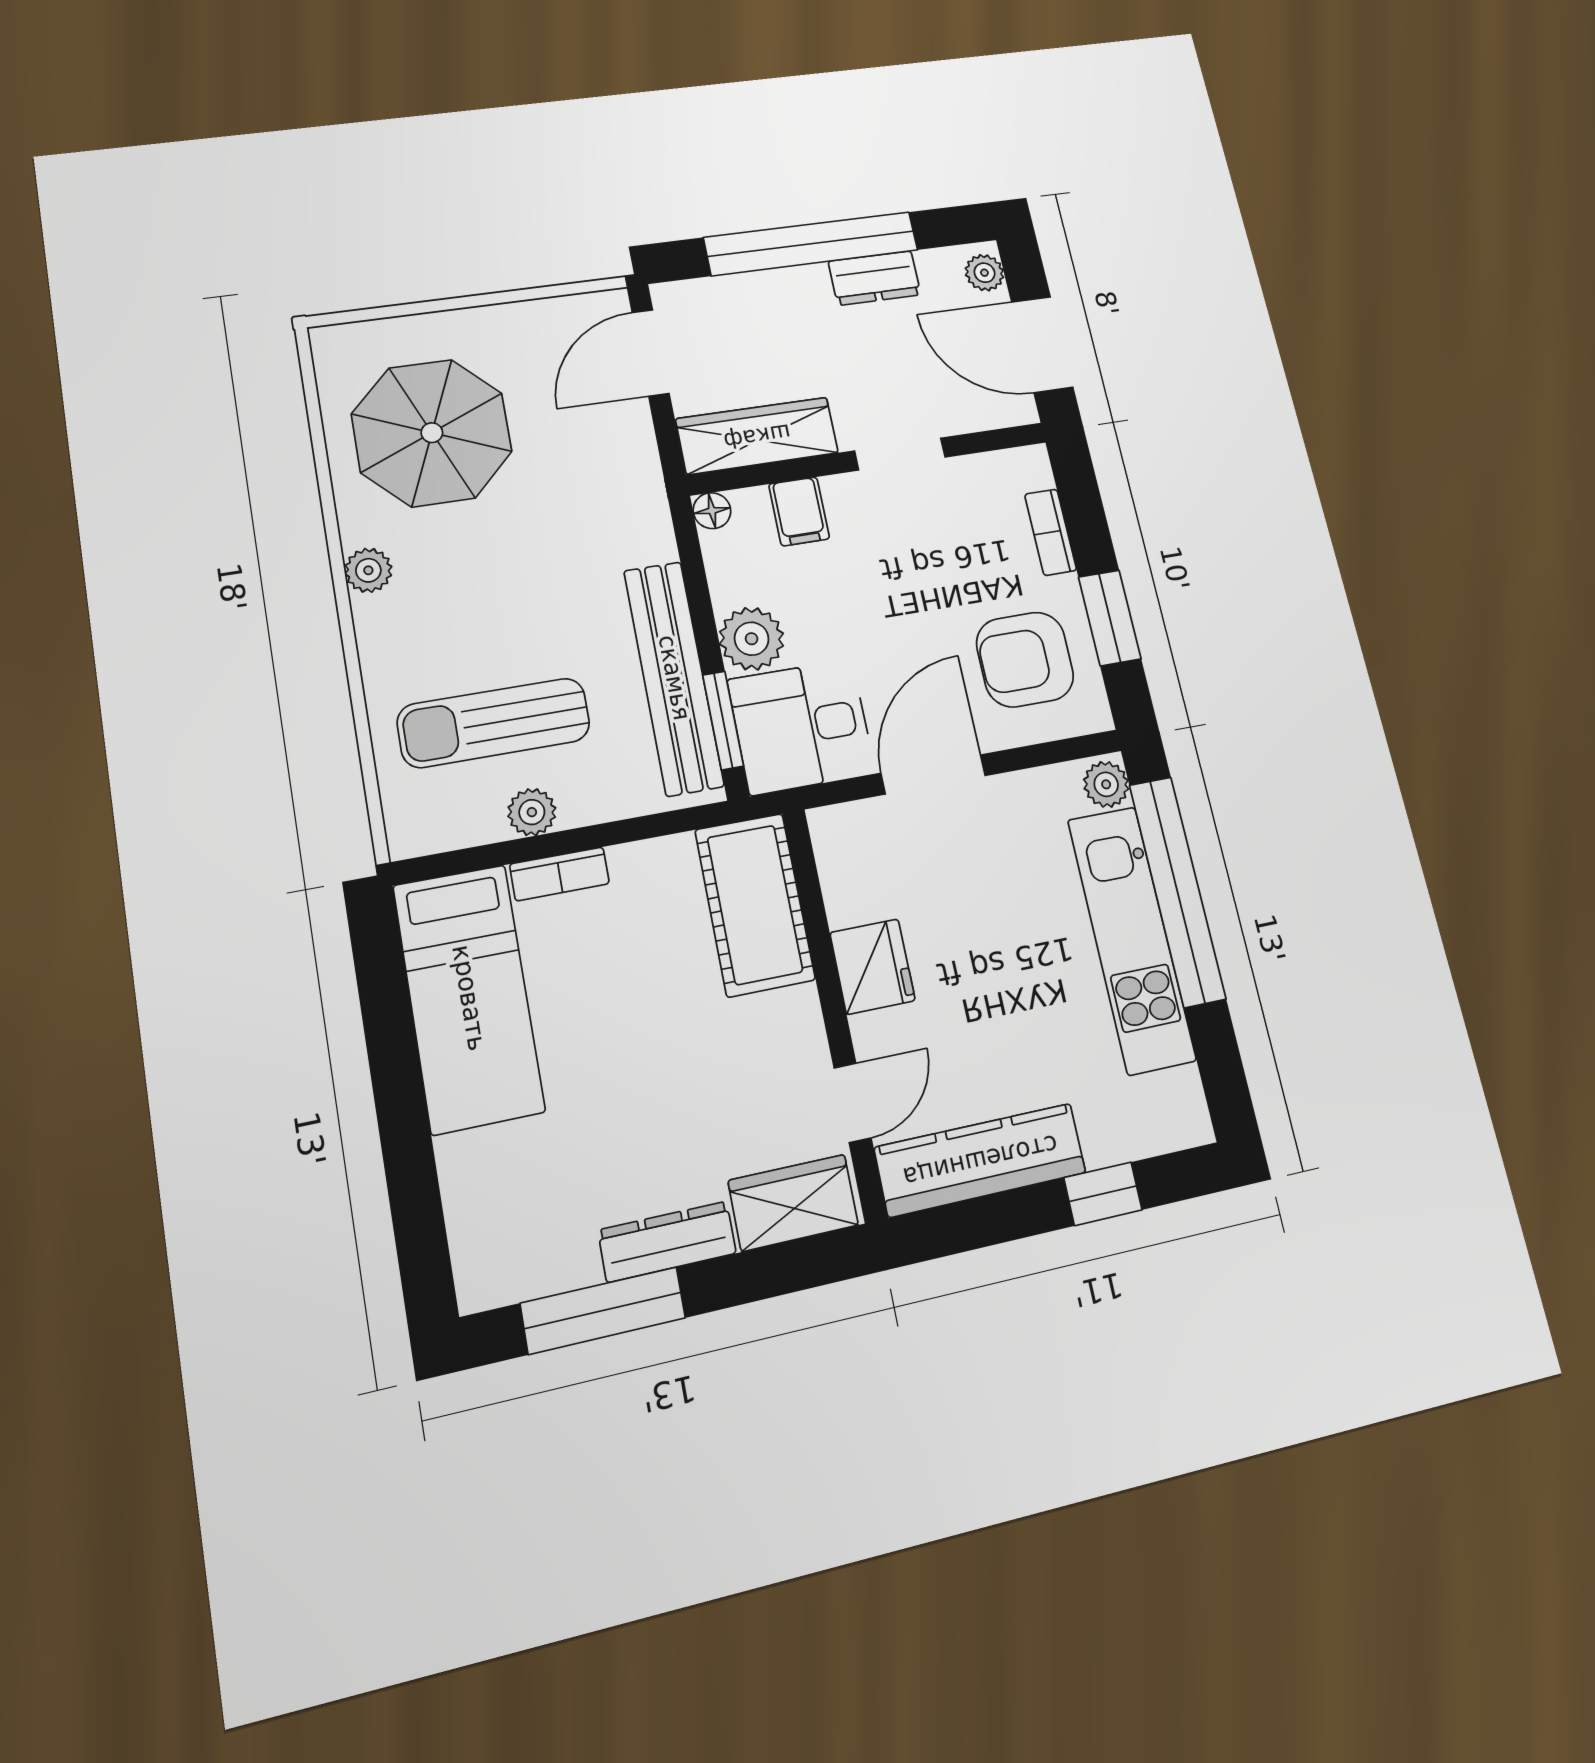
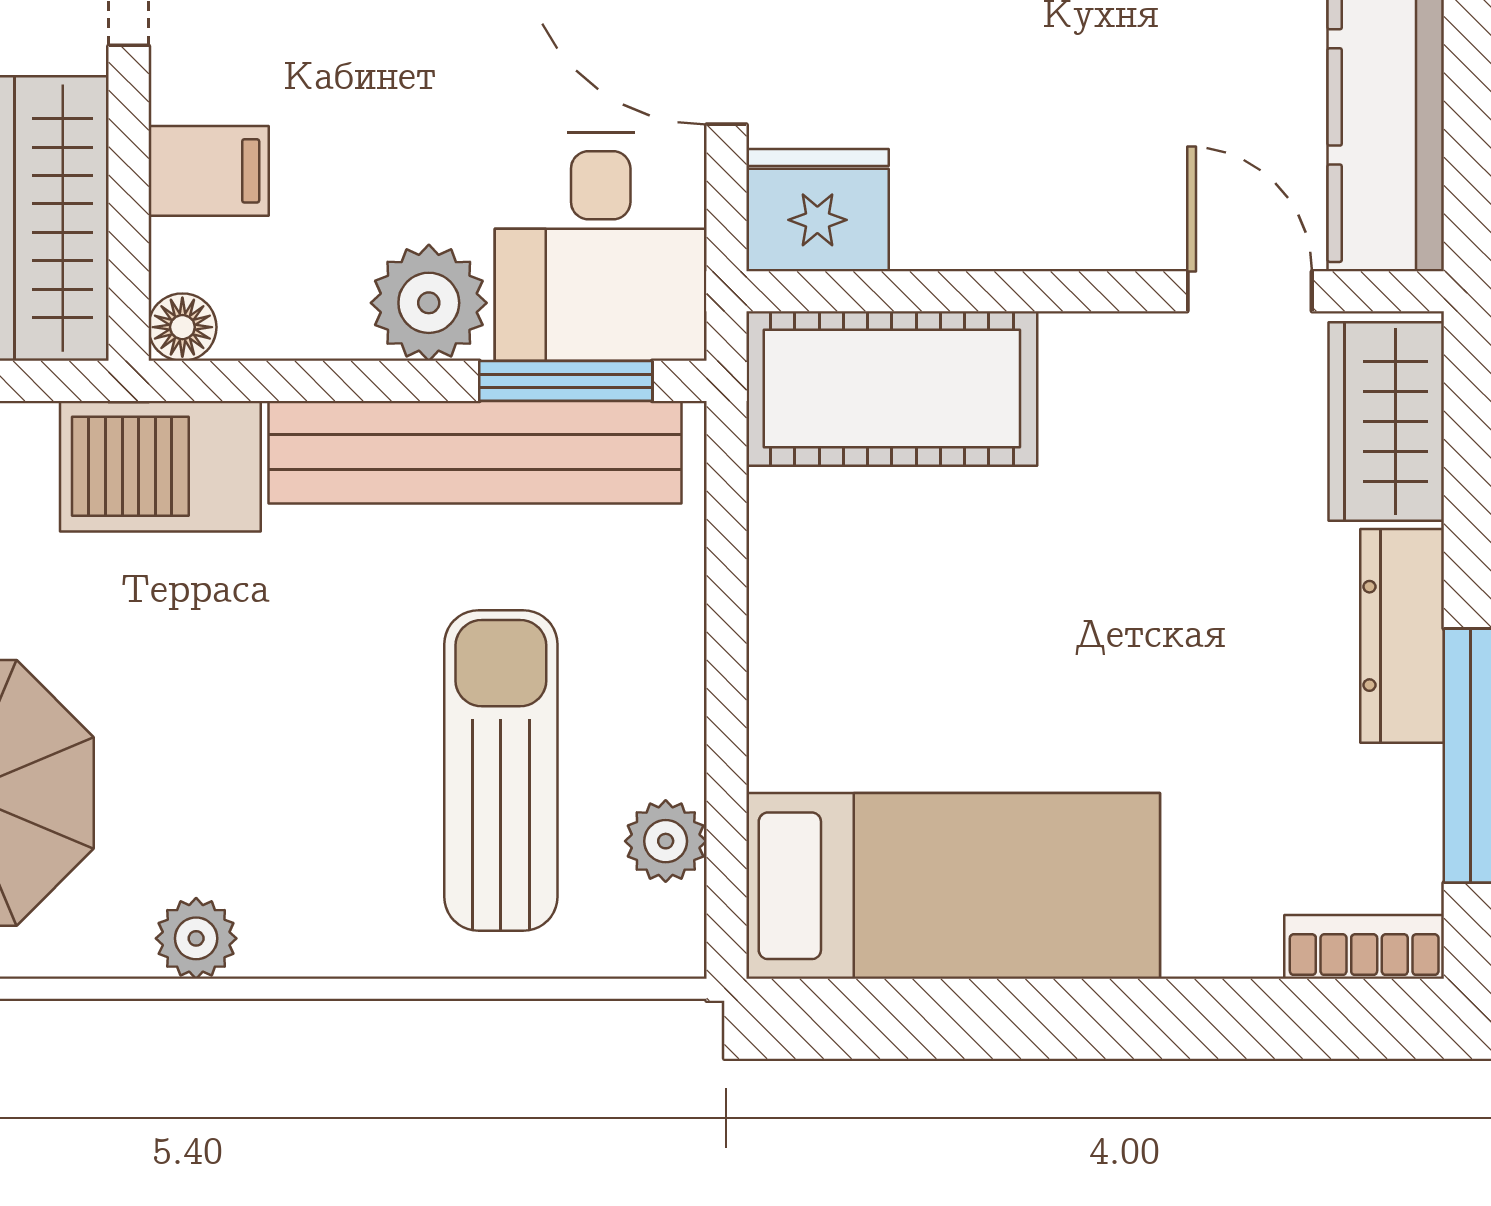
barbecue: (633, 511) -> (160, 466), added
sun lounger: (494, 723) -> (501, 771), turned 180
plant: (532, 812) -> (666, 841), moved
bookcase: (559, 874) -> (1364, 947), moved, turned -90
fridge: (873, 967) -> (817, 210), moved

